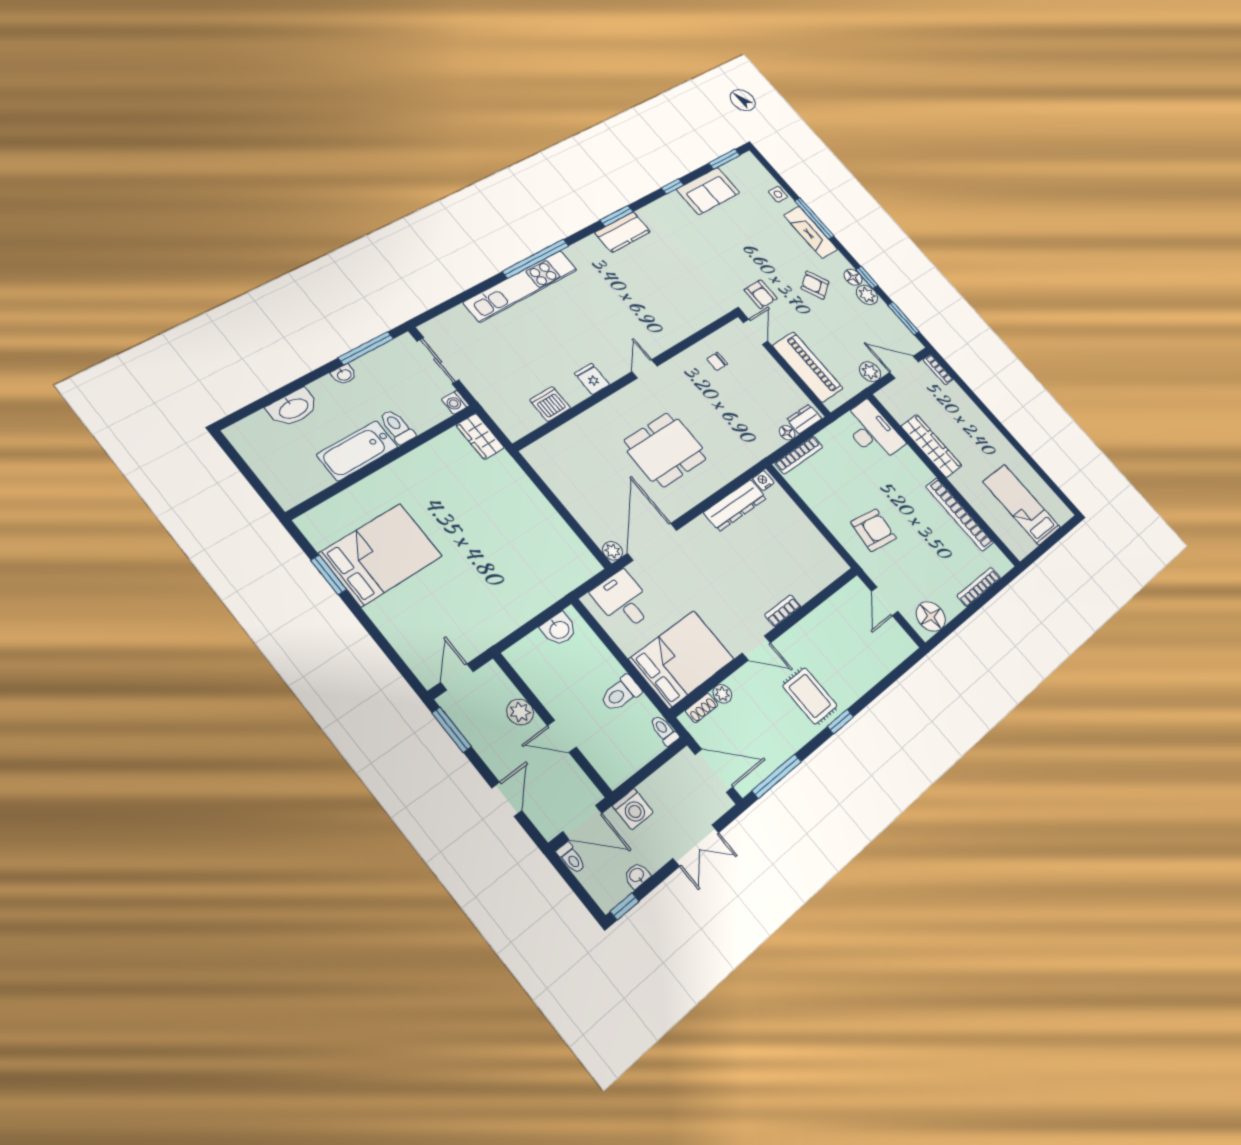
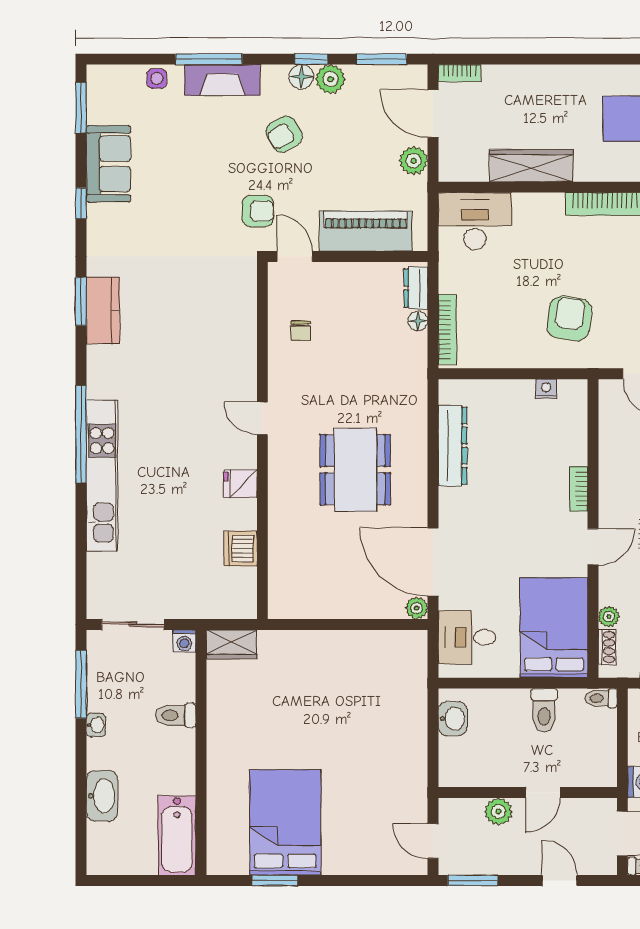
door: (904, 367) -> (433, 113), hinge flipped
bathtub: (357, 451) -> (177, 835), moved
nightstand: (763, 481) -> (546, 389), moved, turned 90

